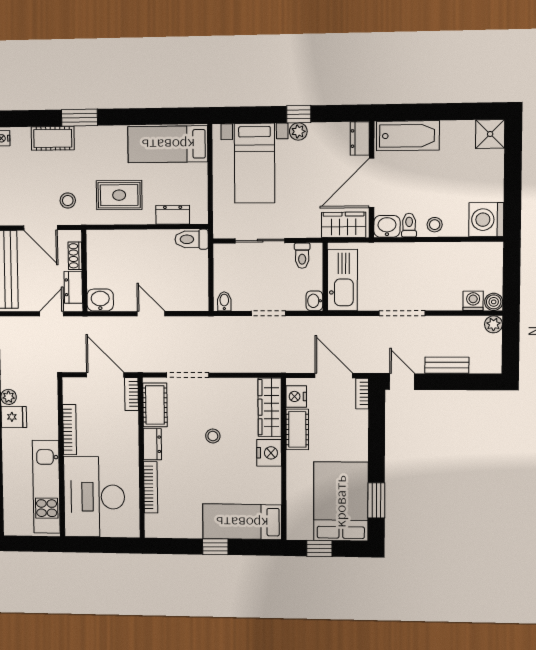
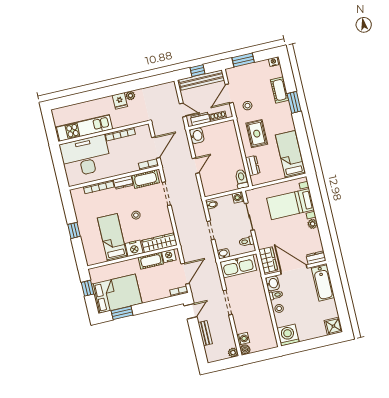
window: (299, 114) -> (322, 222), removed
washing machine: (222, 253) -> (238, 197), added
bed: (242, 522) -> (112, 237), moved

